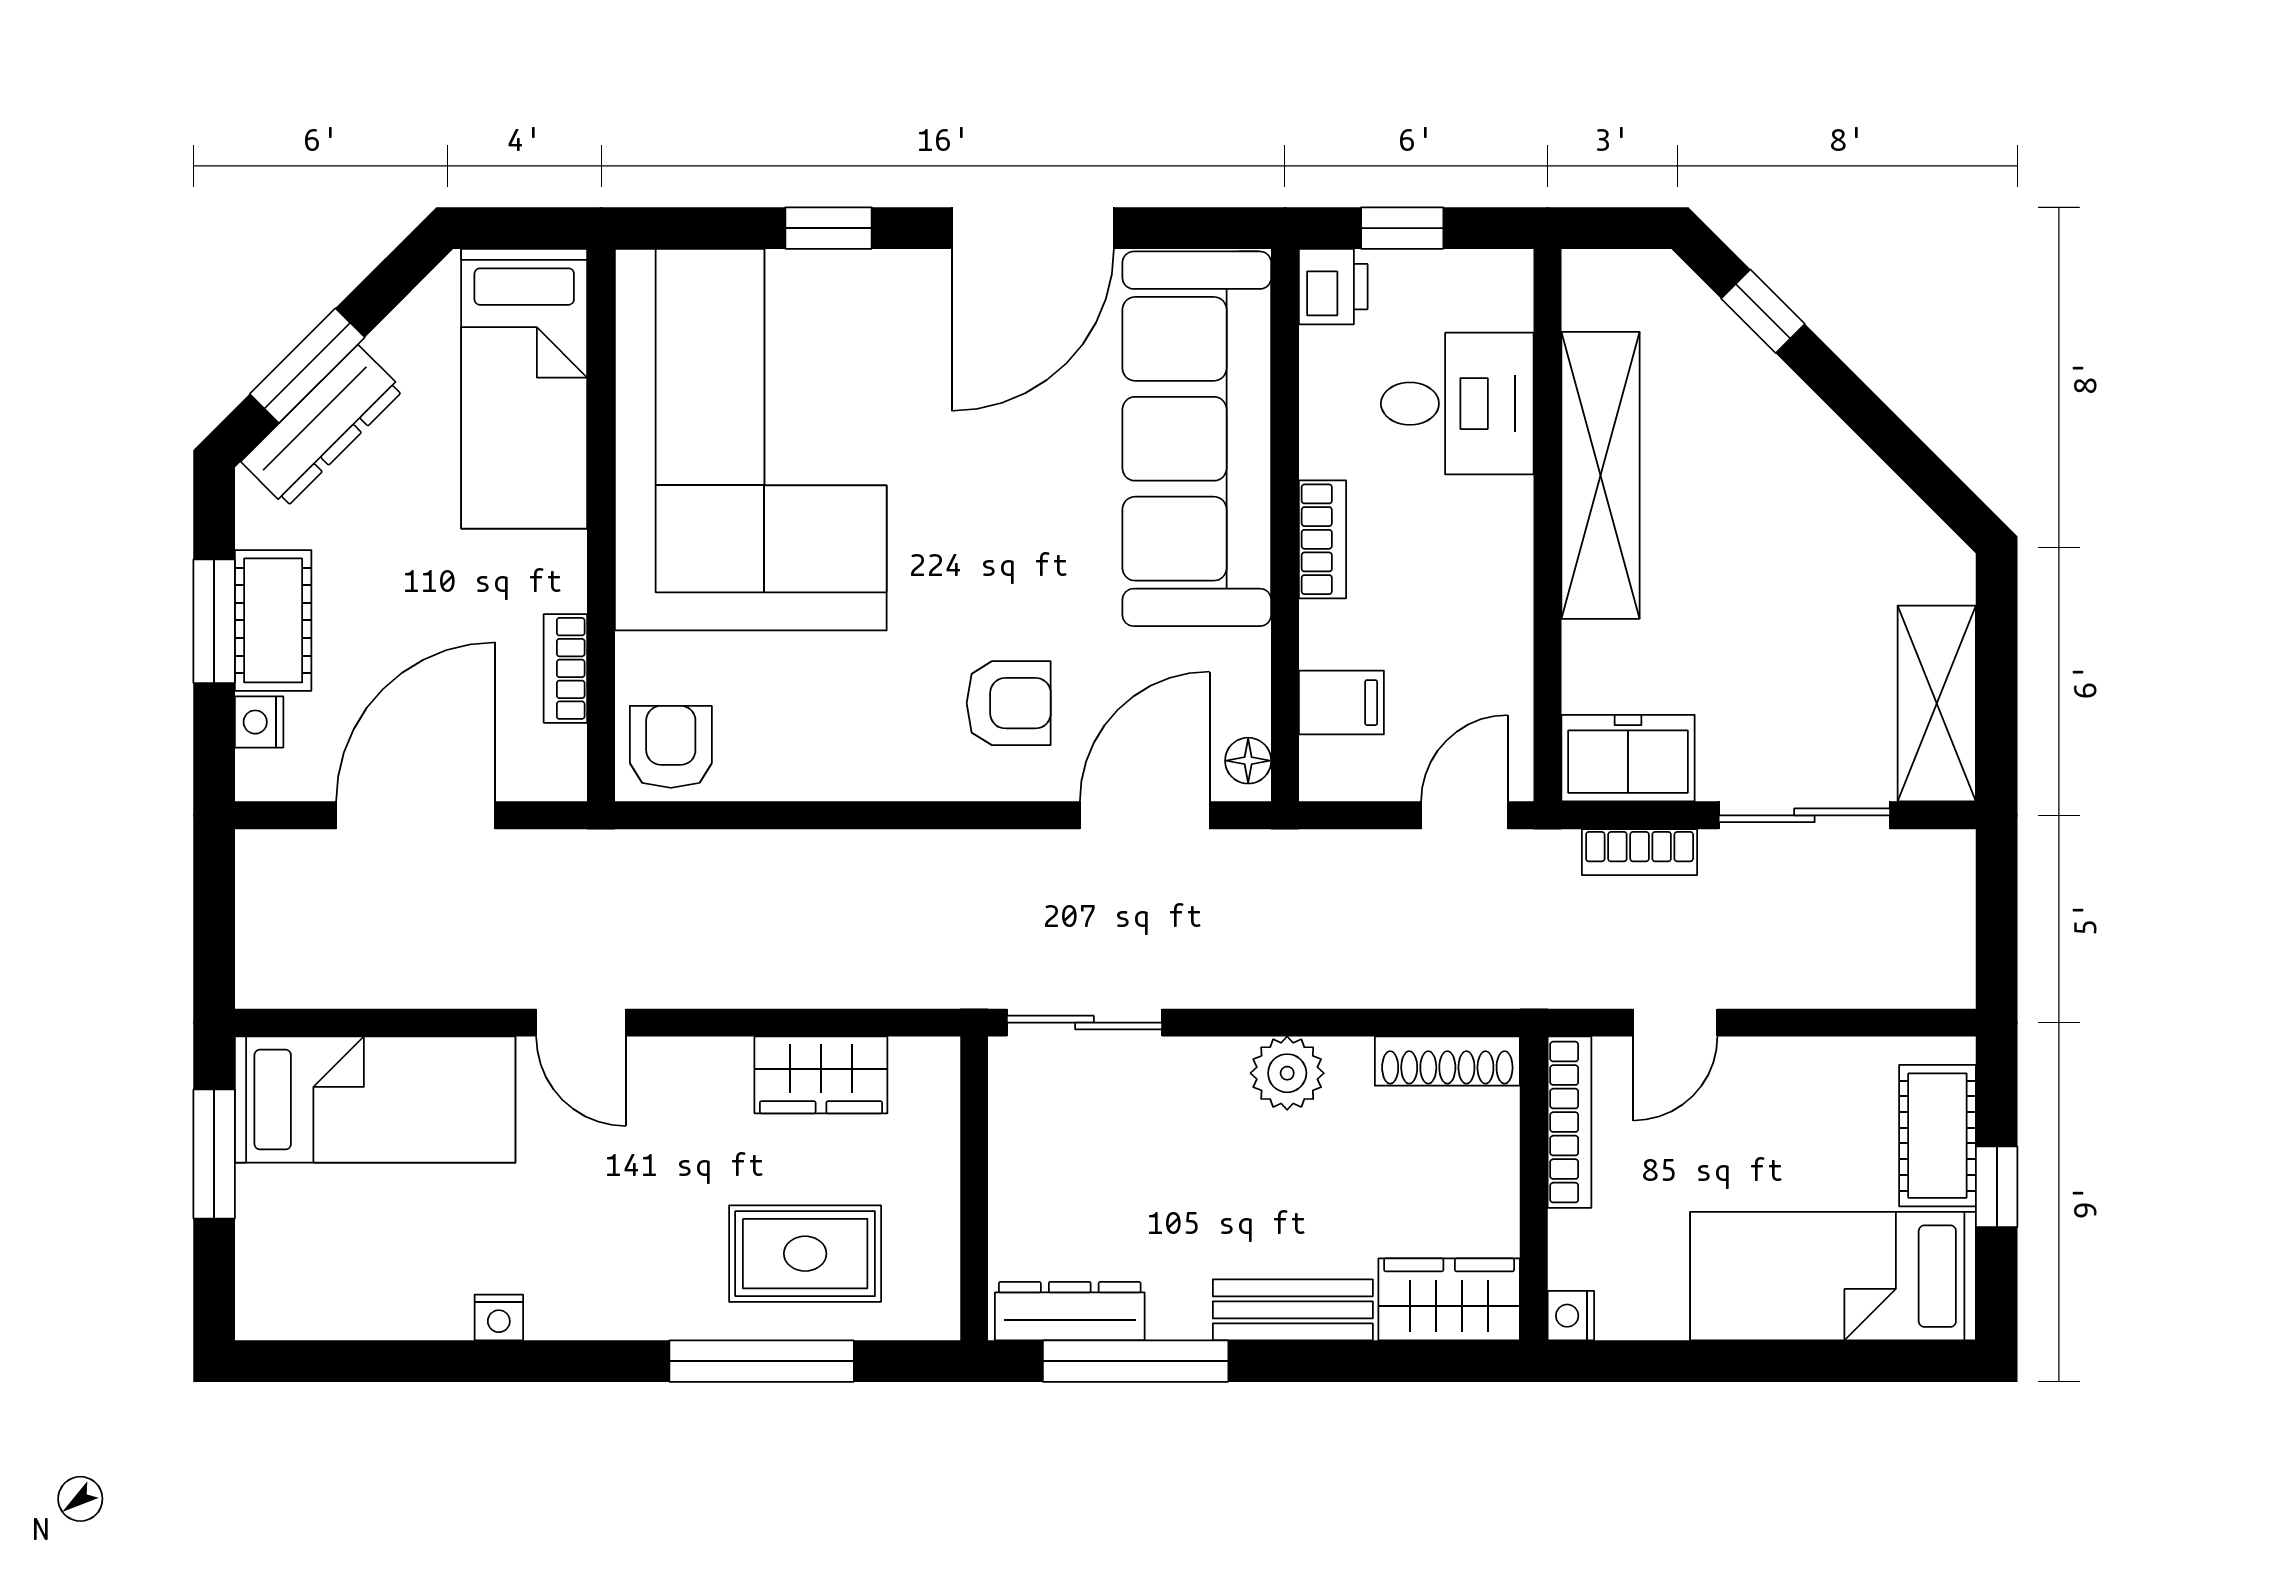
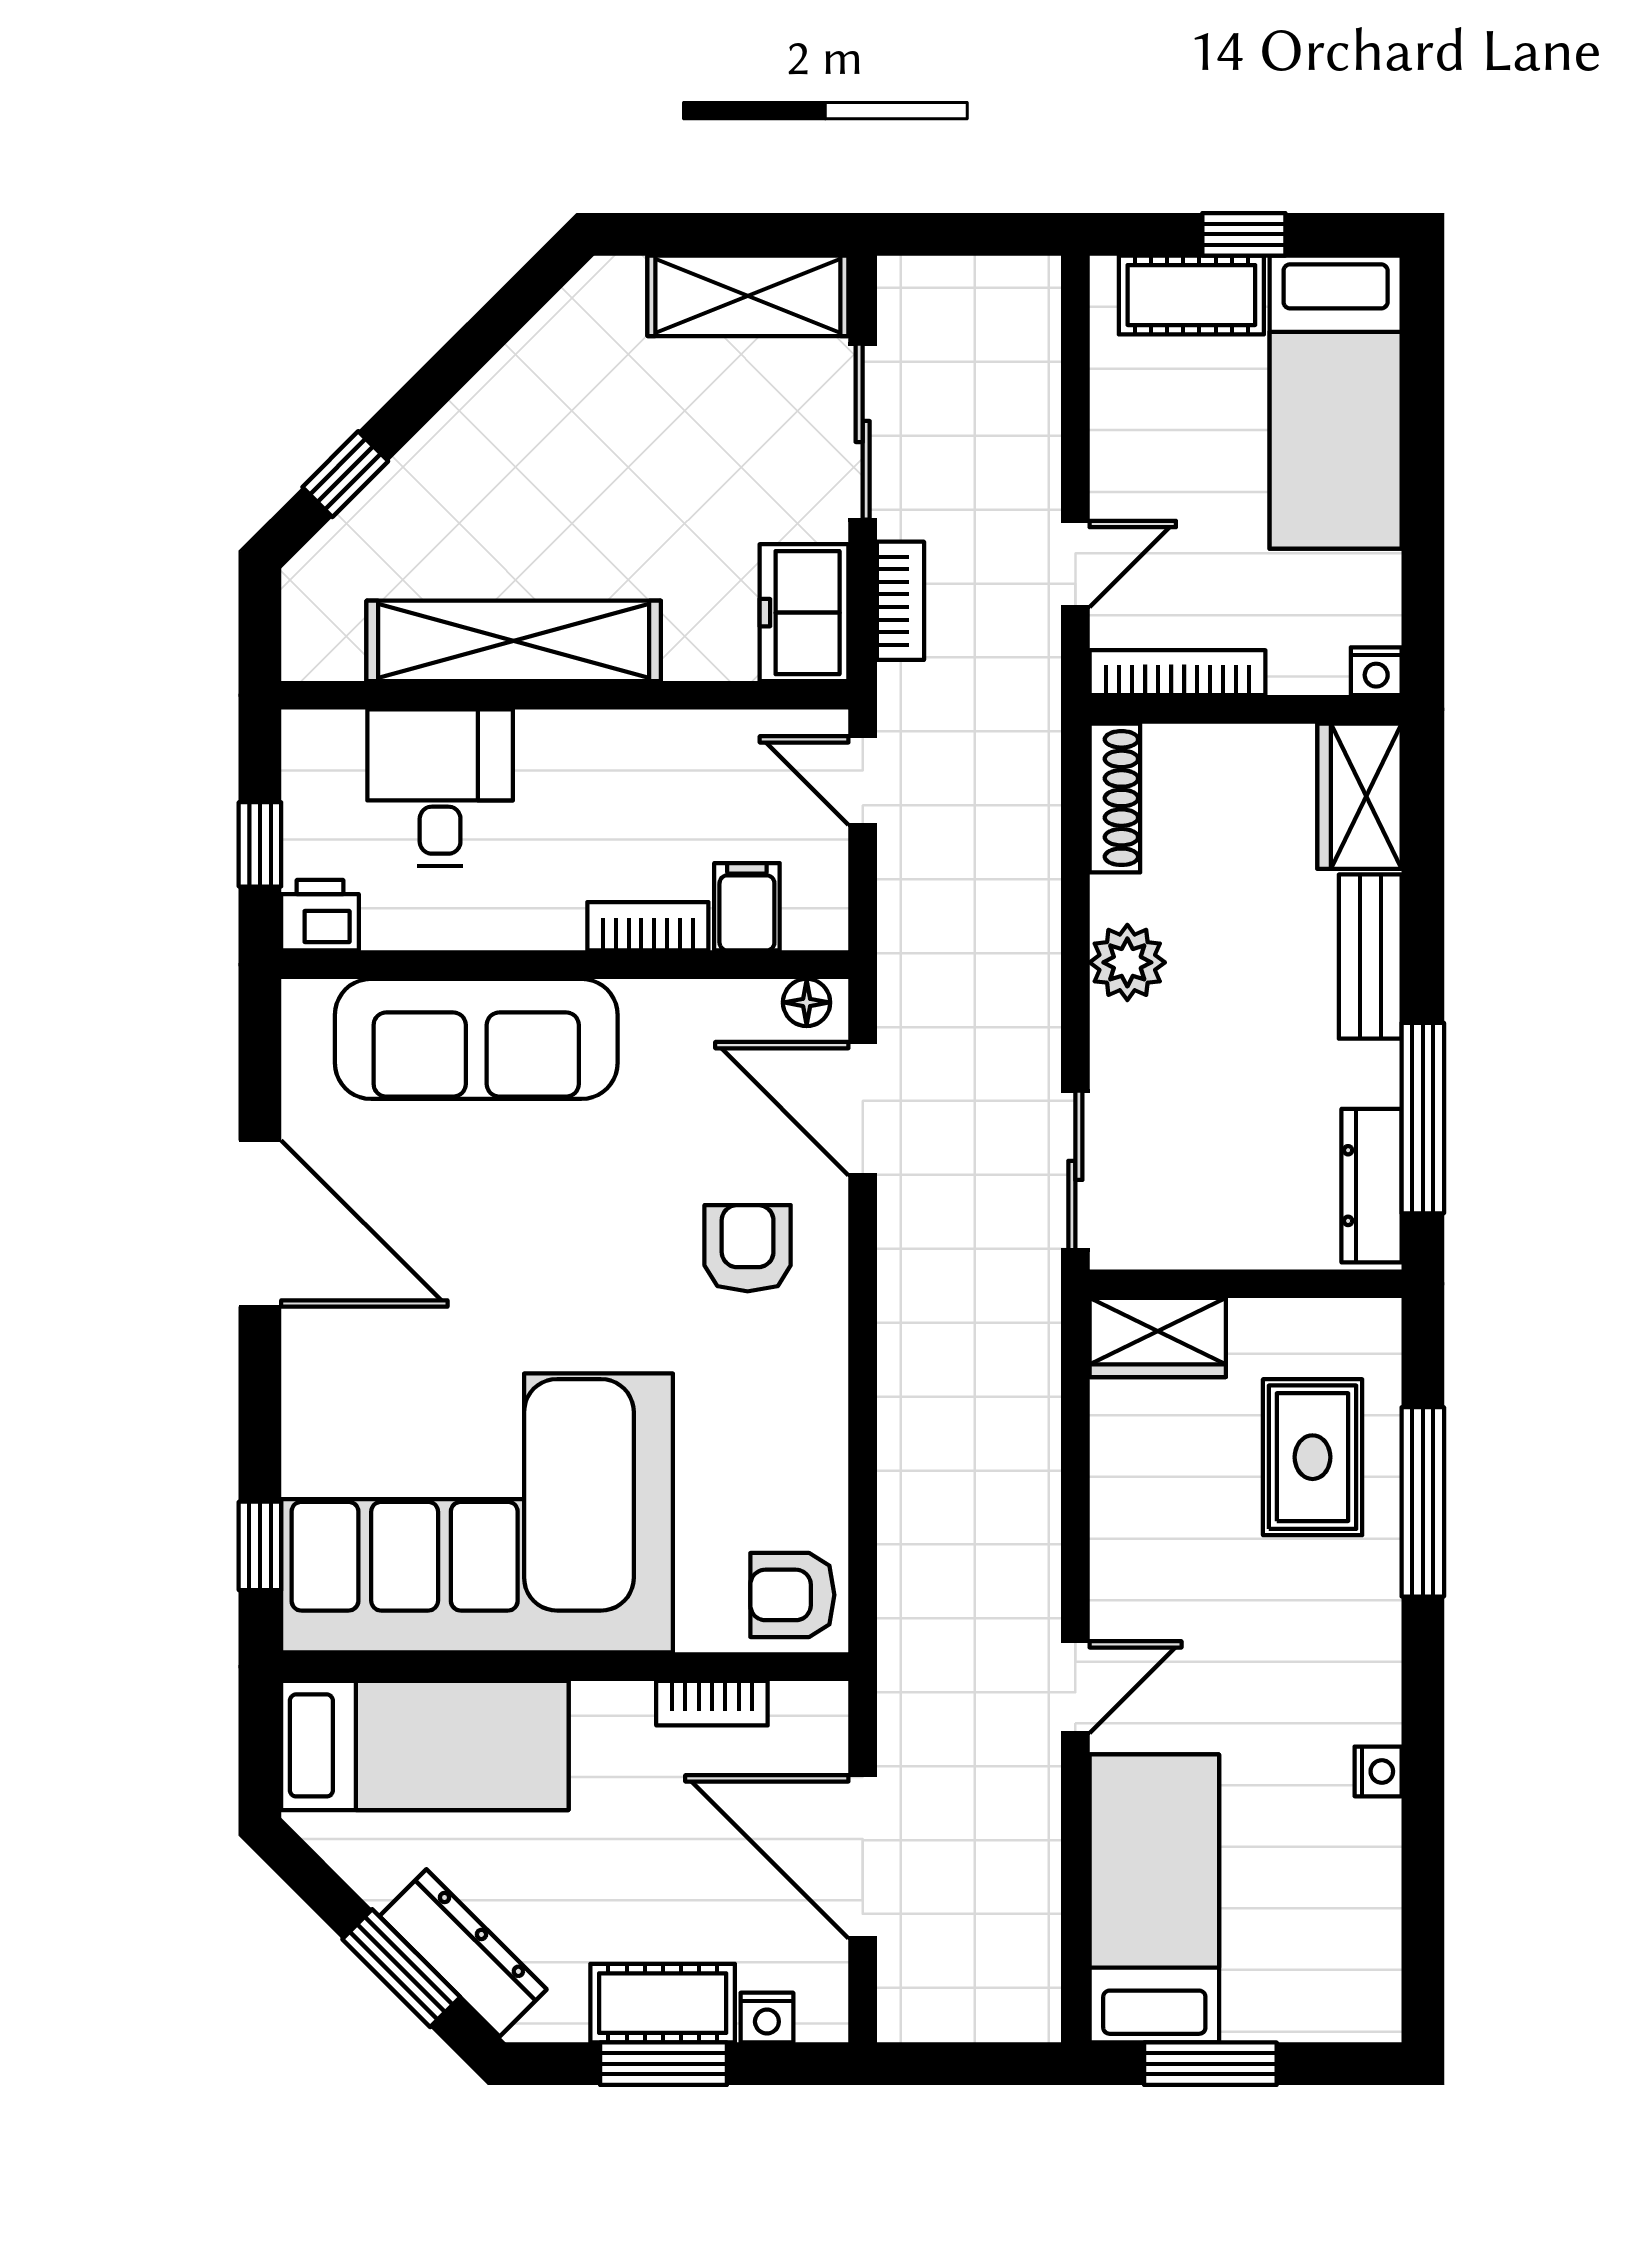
window: (828, 228) -> (260, 1546), moved
sofa: (1197, 439) -> (476, 1039), width x0.74, depth x0.79
bookcase: (1322, 539) -> (648, 926), moved
door: (1675, 1023) -> (1075, 564), hinge flipped
wardrobe: (821, 1075) -> (1158, 1337), moved, turned 90

